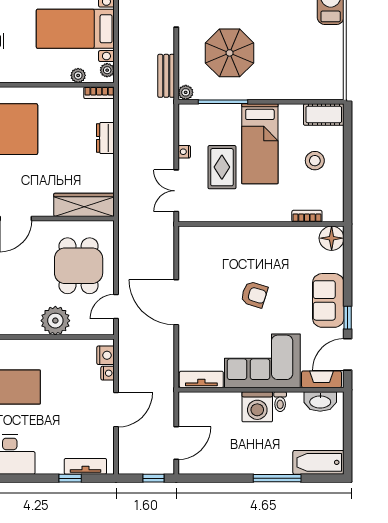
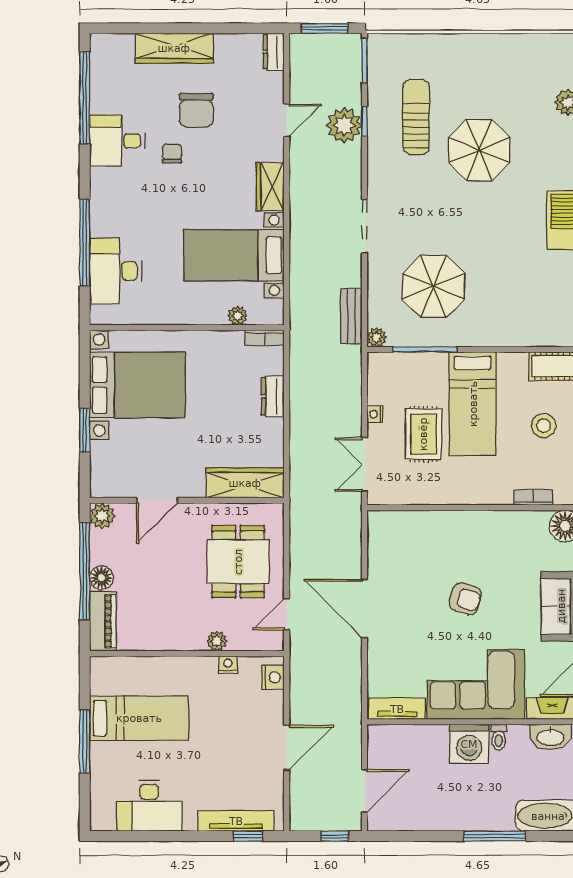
plant: (107, 70) -> (275, 309), removed
plant: (55, 321) -> (217, 641), width x0.53, depth x0.53
nightstand: (108, 373) -> (228, 665), moved, turned -90
tv unit: (85, 466) -> (236, 821), width x1.41
window: (70, 478) -> (248, 836), moved

